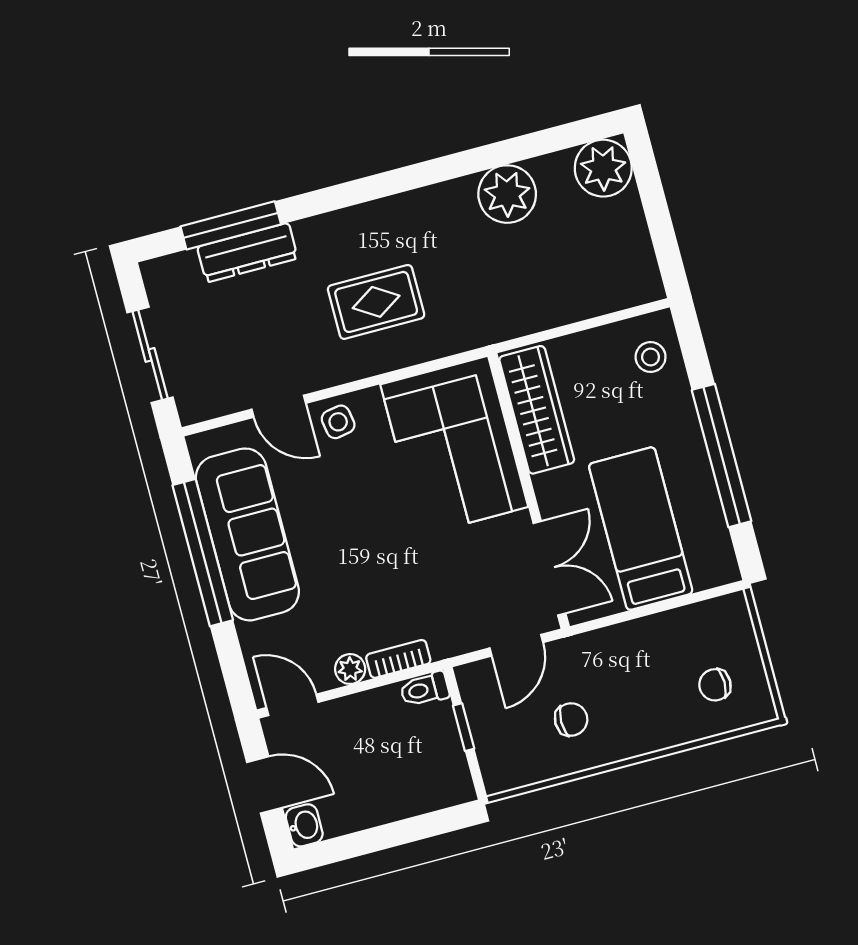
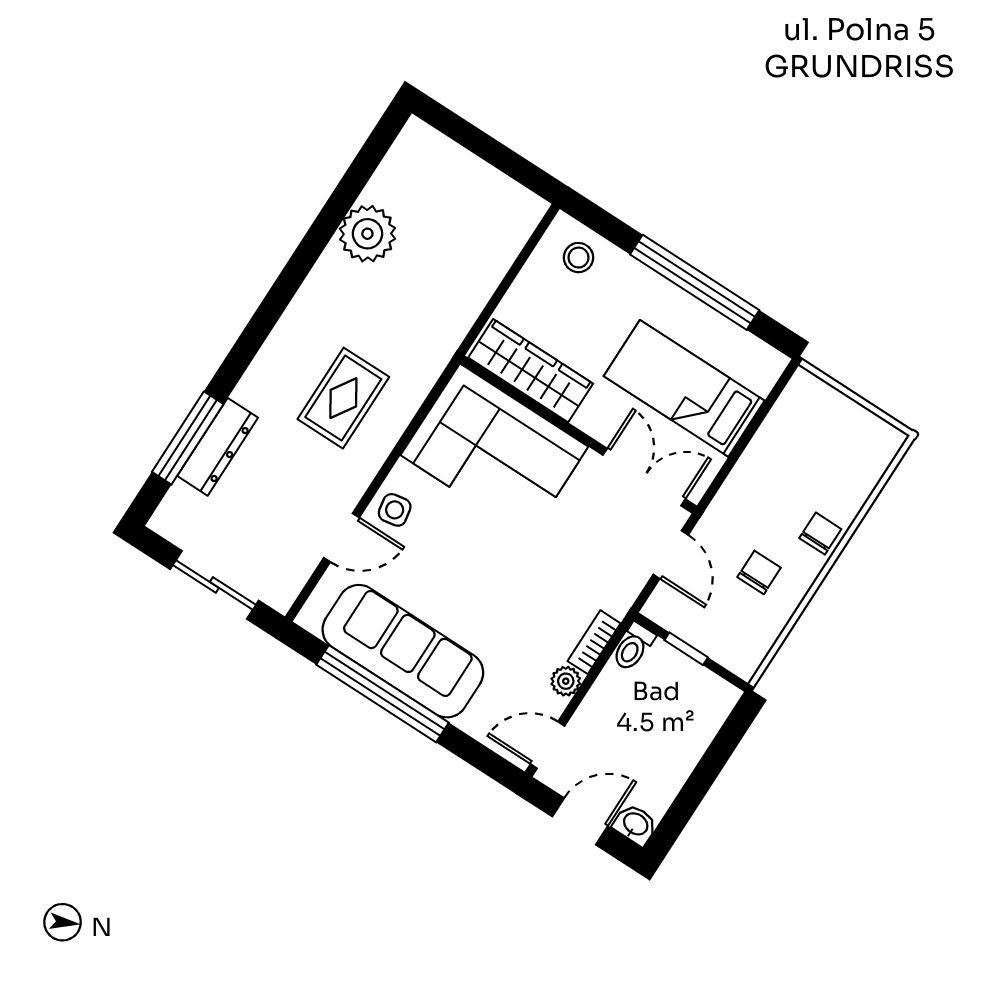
plant: (603, 168) -> (420, 152), removed
chair: (715, 685) -> (820, 534), moved, turned 180

